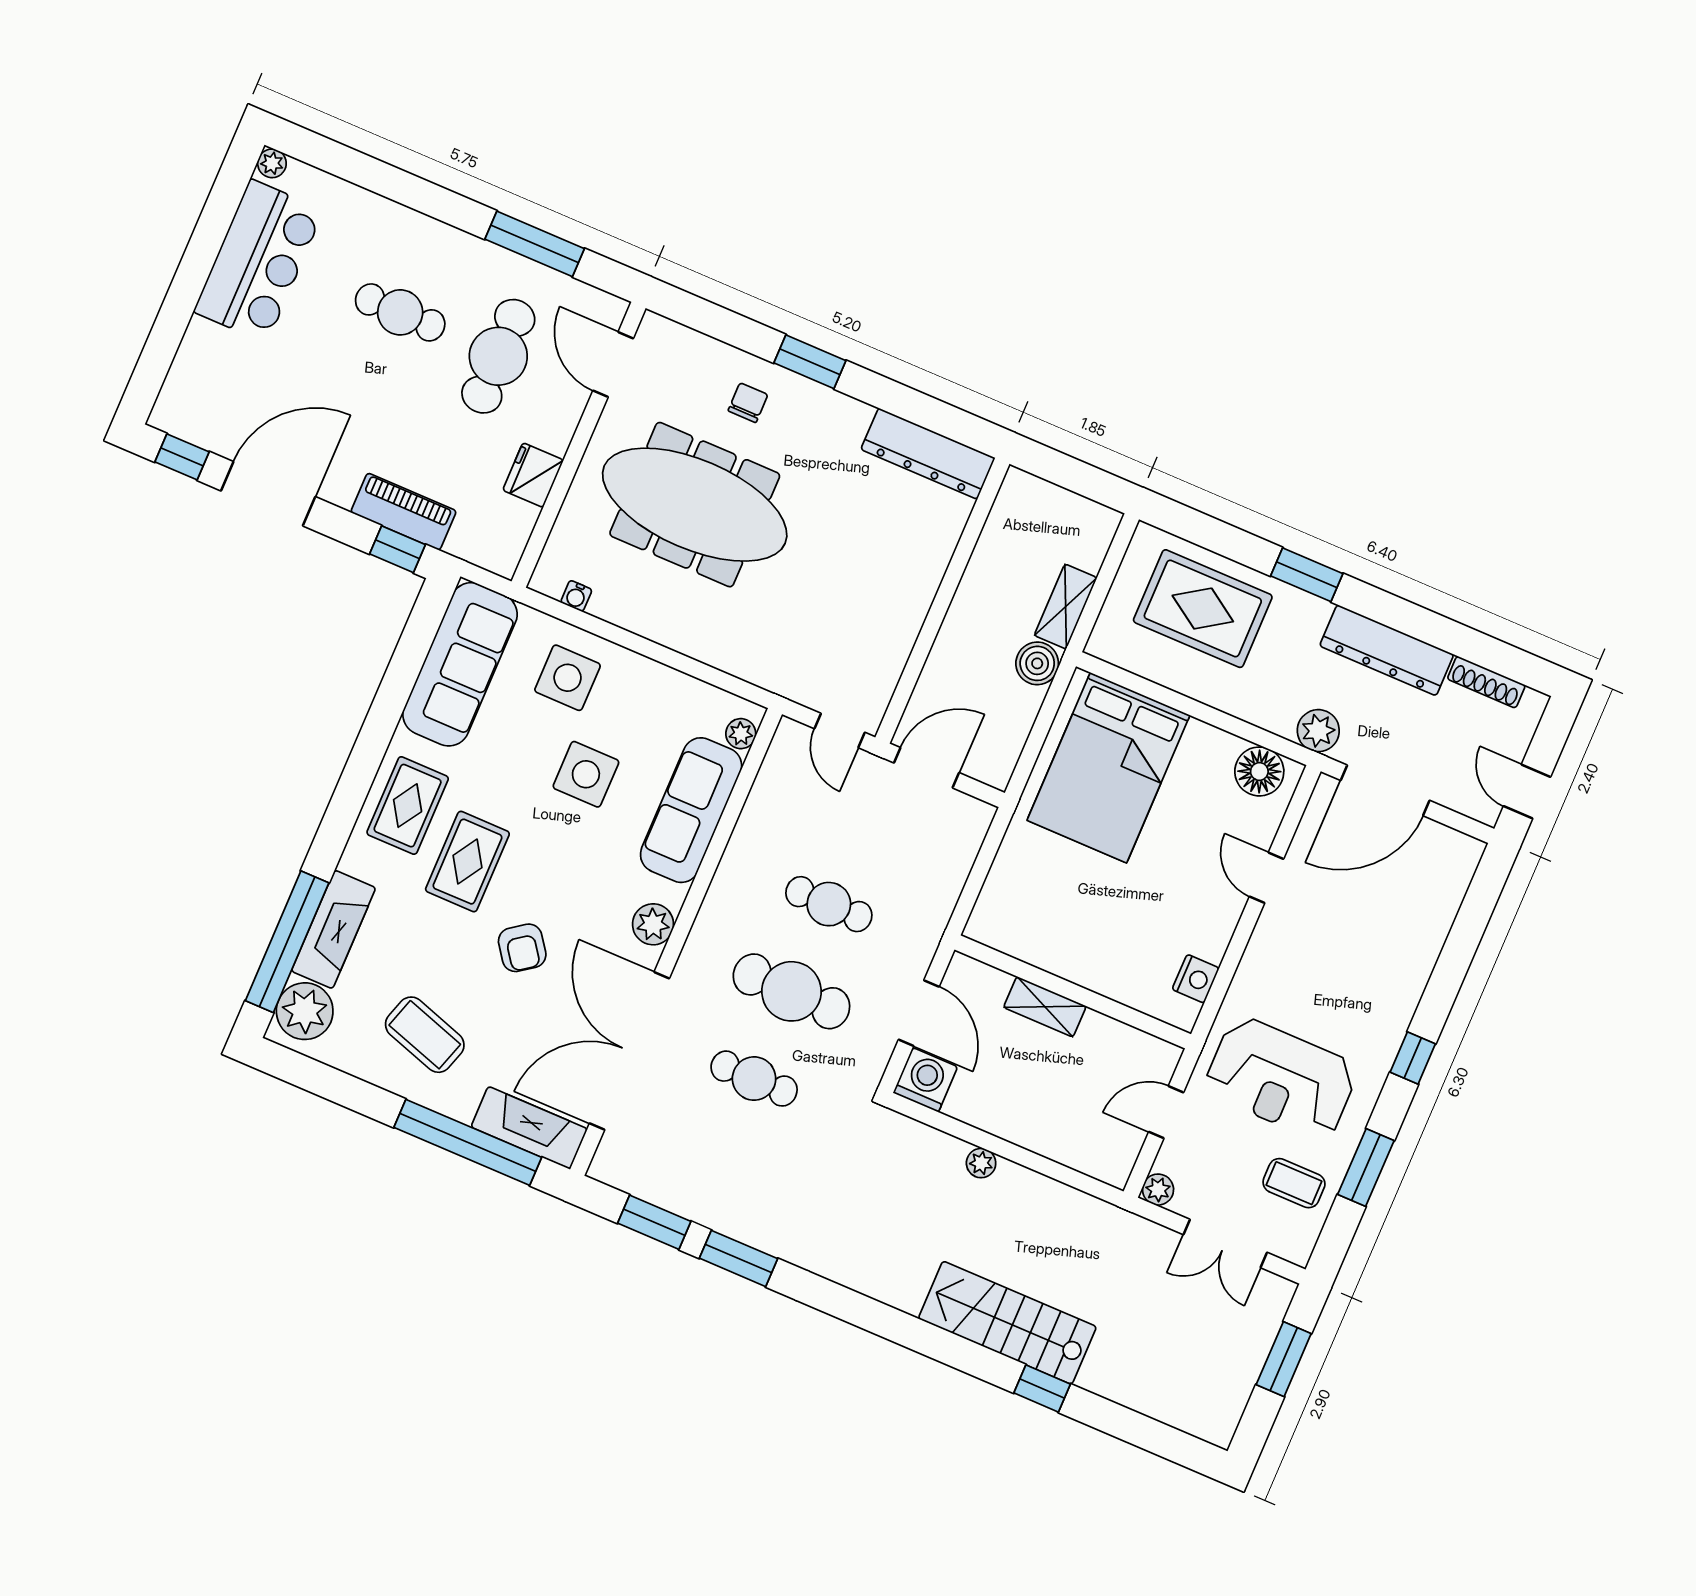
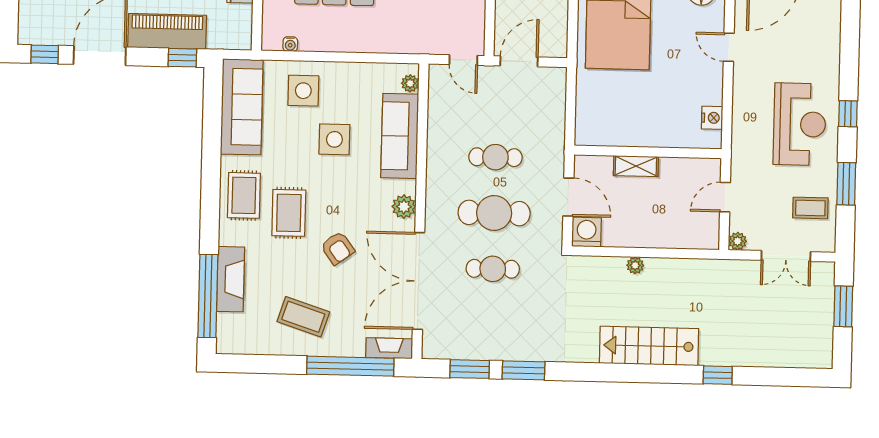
piano: (403, 512) -> (167, 31), width x1.37, depth x1.33
plant: (305, 1011) -> (233, 330), removed
reception desk: (1281, 1079) -> (800, 124), moved, turned -90
fireplace: (529, 1128) -> (389, 348), width x0.73, depth x0.76
stairs: (1007, 1323) -> (649, 346), moved

